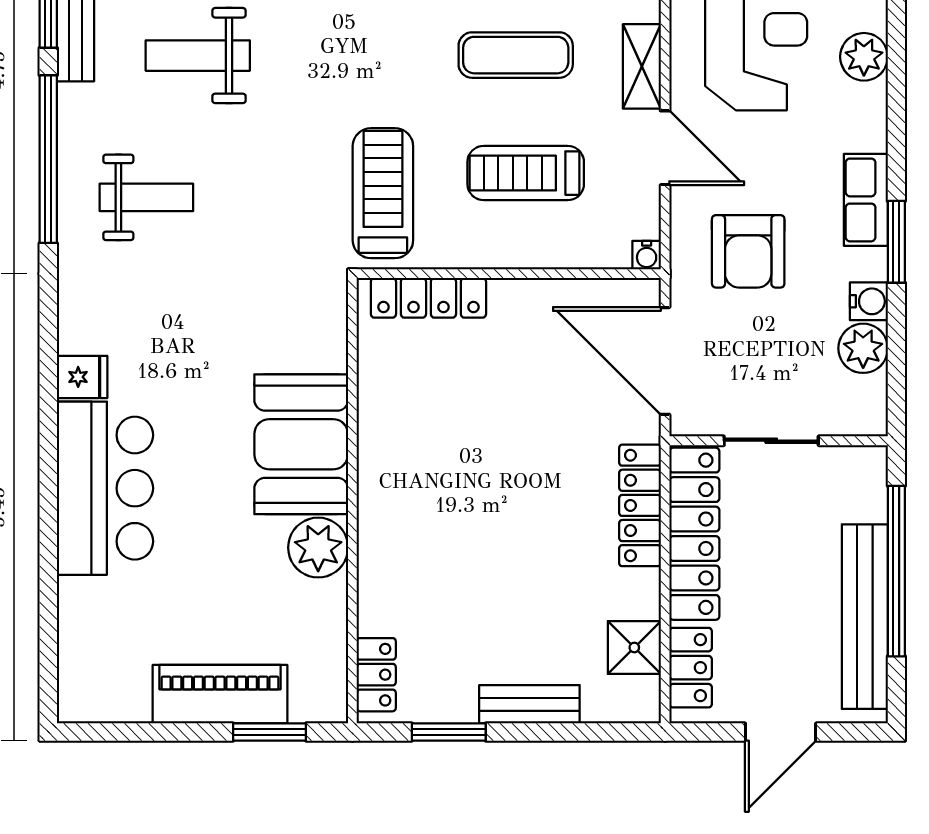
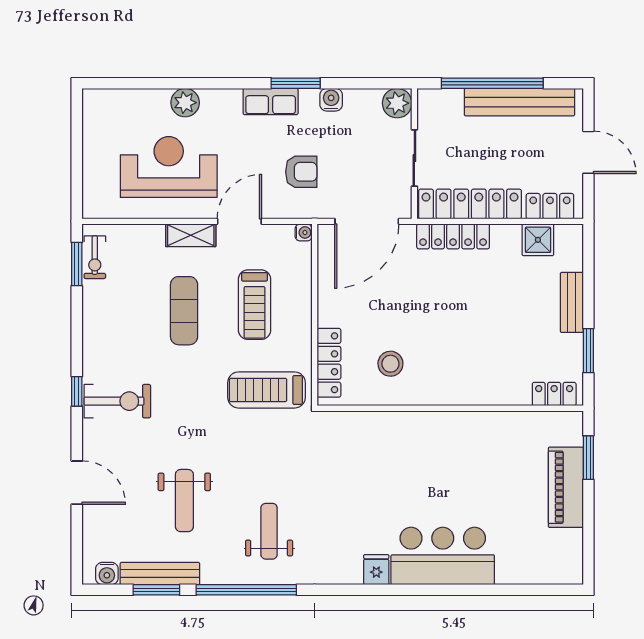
armchair: (748, 251) -> (301, 172), width x0.72, depth x0.72
plant: (863, 348) -> (397, 103), moved
stool: (427, 401) -> (390, 364), added
booth: (301, 444) -> (417, 439), removed
plant: (318, 548) -> (478, 429), removed

